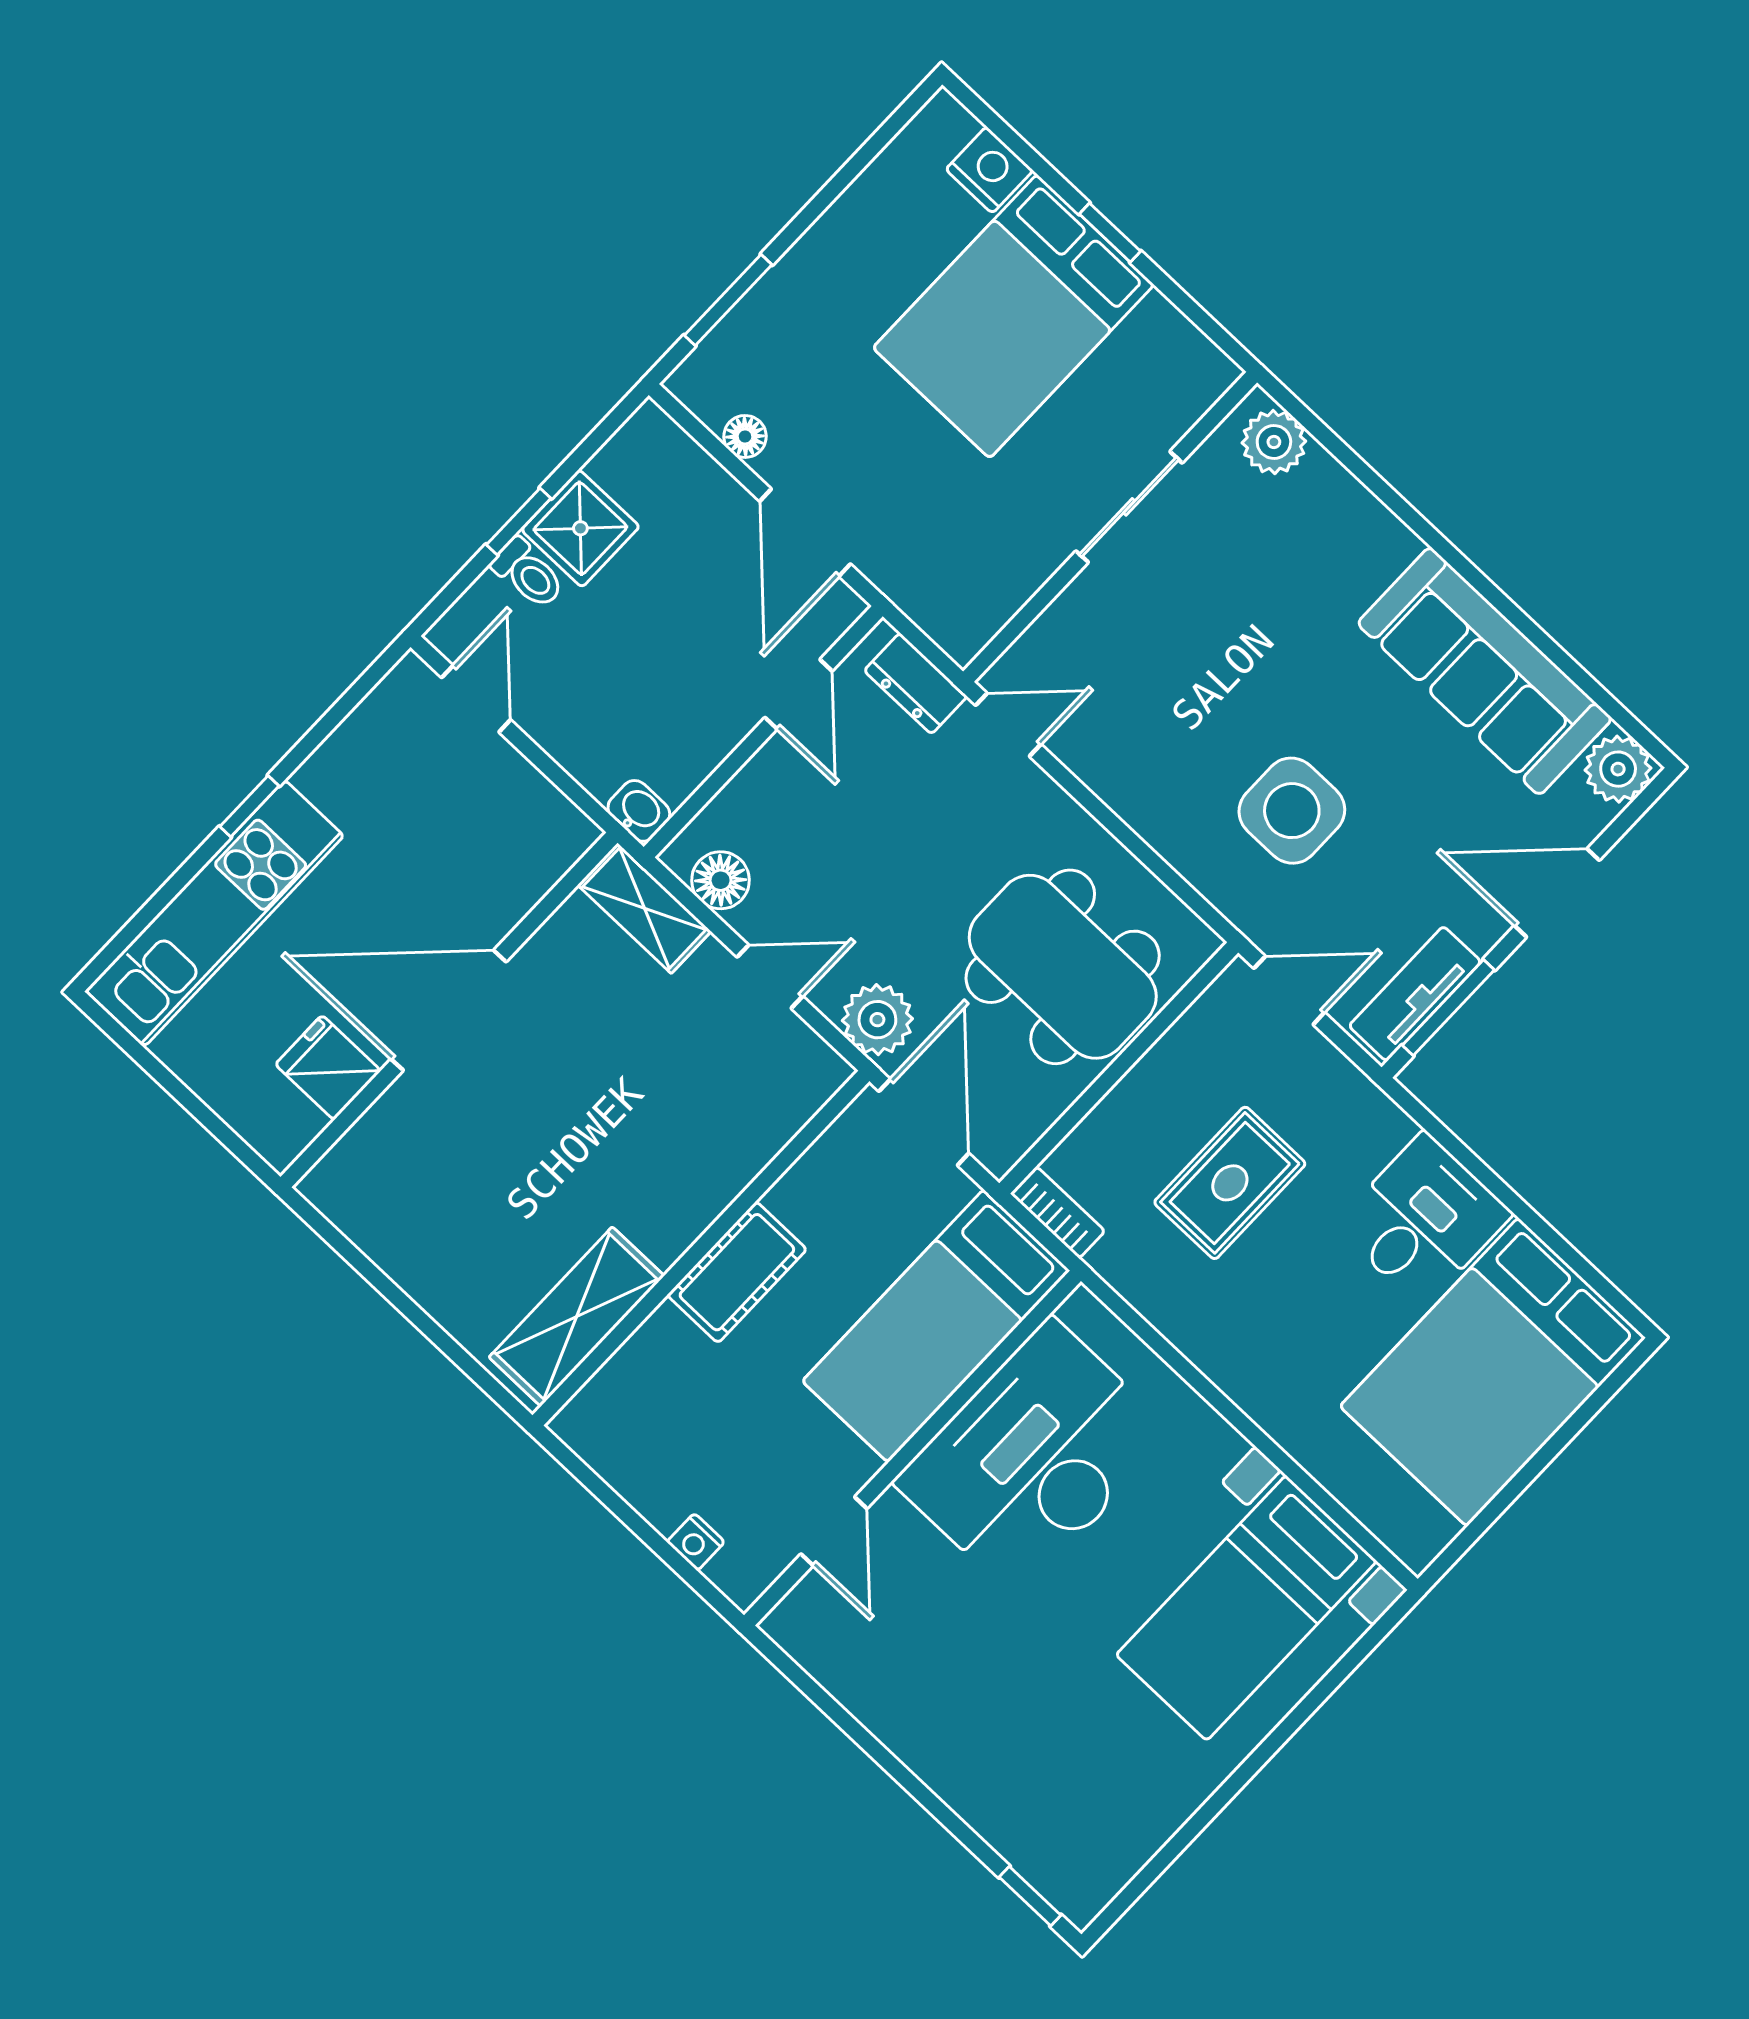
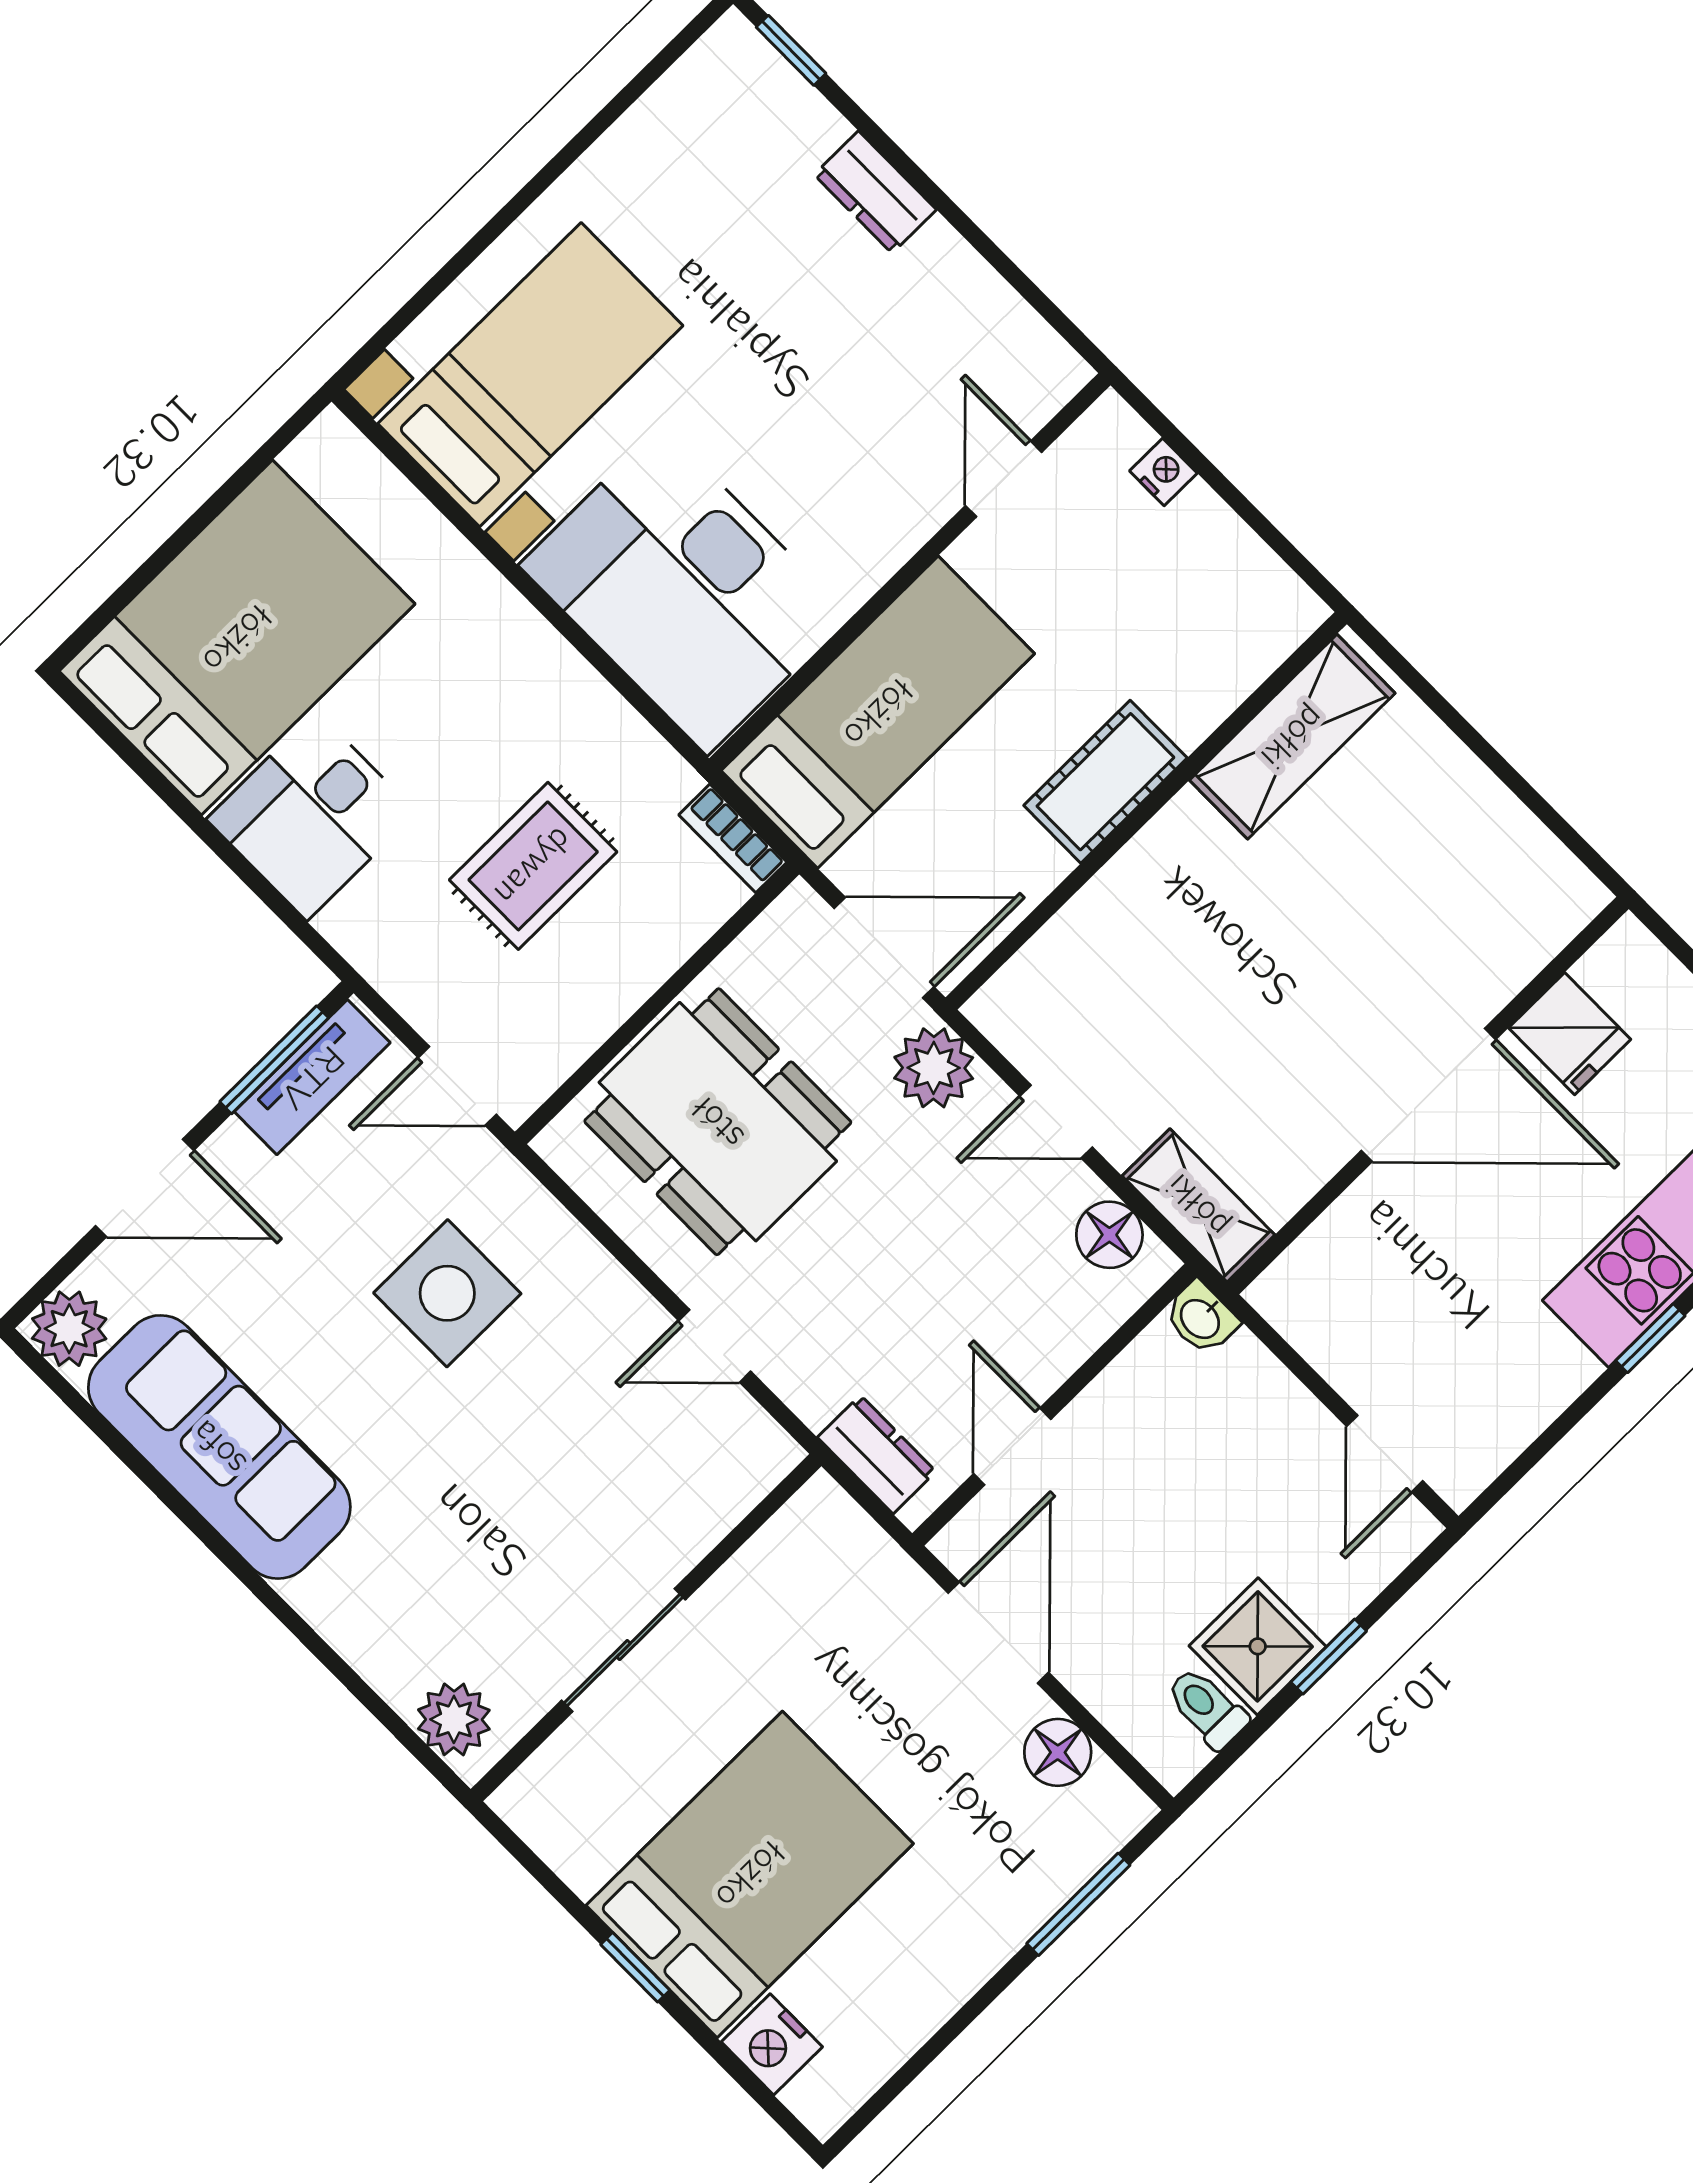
floor lamp: (745, 436) -> (1058, 1752), width x1.37, depth x1.37
toilet: (528, 574) -> (1207, 1708), moved
door: (1008, 725) -> (715, 1346), moved
door: (924, 1122) -> (884, 948), swing flipped
desk: (1034, 1458) -> (684, 590), moved, turned 90
dresser: (953, 1776) -> (875, 192), added

